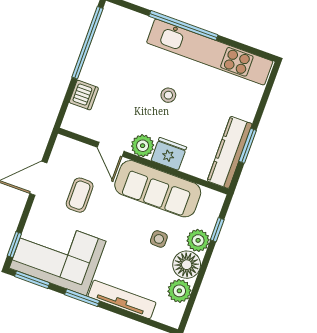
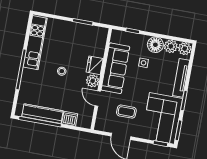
kitchen unit: (210, 52) -> (35, 43), width x0.73
door: (111, 149) -> (98, 99), swing flipped
kitchen counter: (230, 152) -> (42, 114), moved, turned 180
plant: (198, 240) -> (185, 49), moved

